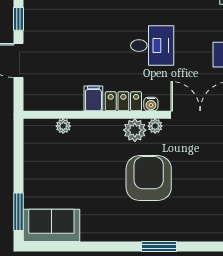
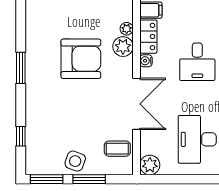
plant: (155, 126) -> (127, 29), moved

